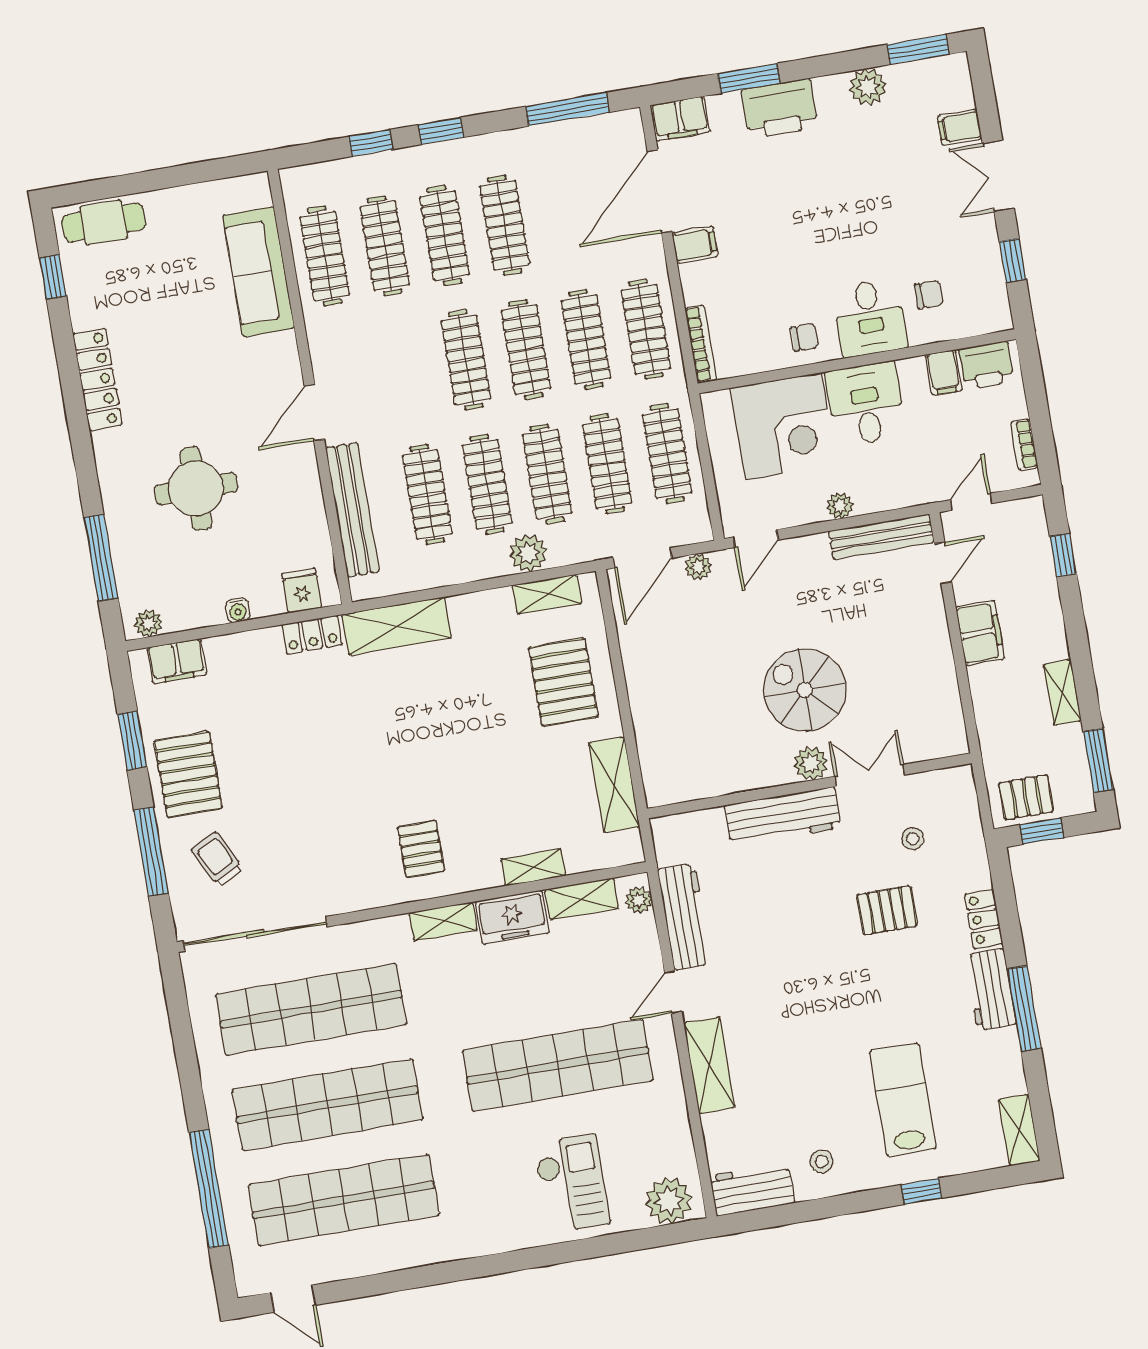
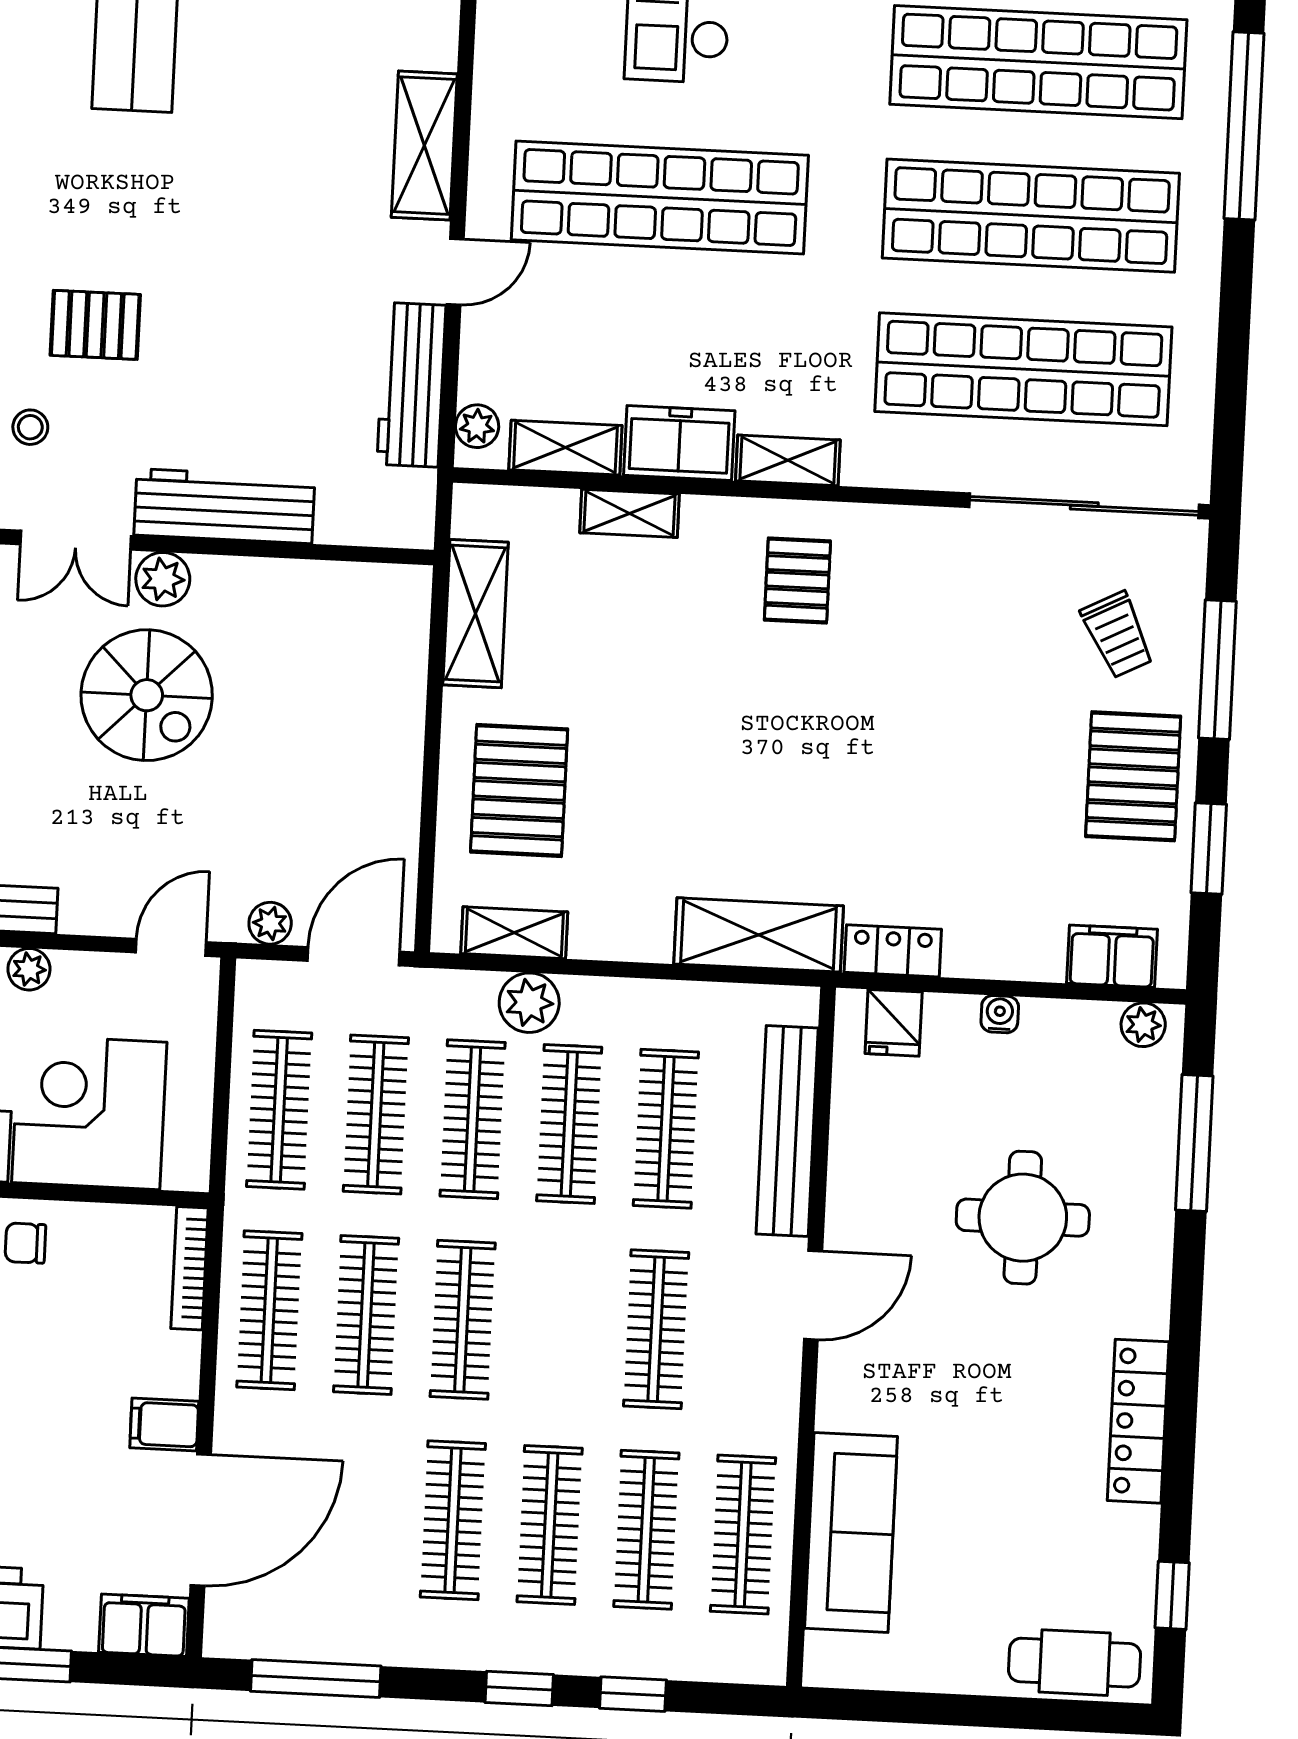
clothes rail: (466, 360) -> (656, 1329), moved

